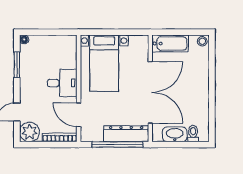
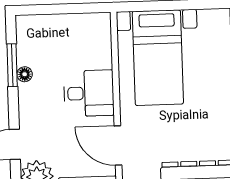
floor lamp: (24, 39) -> (25, 74), moved

